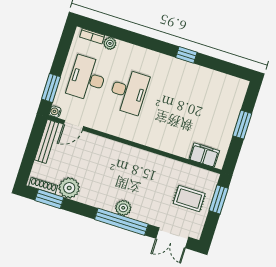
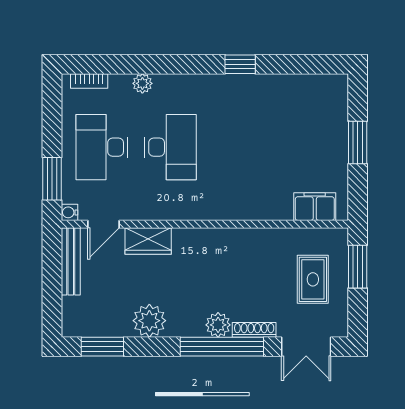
plant: (110, 43) -> (142, 83), moved
wardrobe: (97, 144) -> (148, 241), added
shoe rack: (43, 186) -> (254, 330), moved
plant: (69, 188) -> (149, 321), moved
rug: (189, 199) -> (313, 279), turned 90

